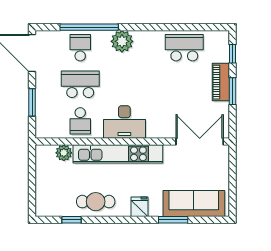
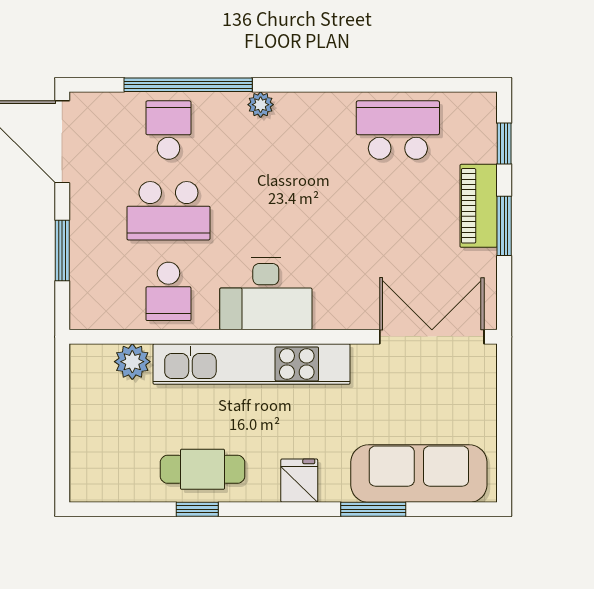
plant: (122, 41) -> (261, 105), width x0.53, depth x0.53
school desk: (80, 84) -> (168, 211), turned 180
window: (71, 220) -> (197, 509), moved

